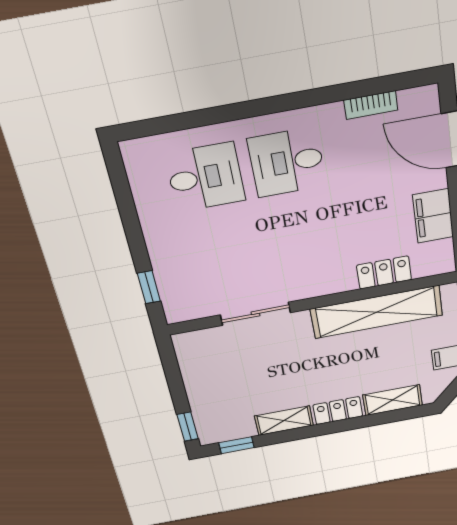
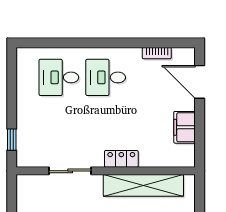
desk: (205, 177) -> (59, 77), turned 180
locker: (384, 273) -> (121, 159), moved

